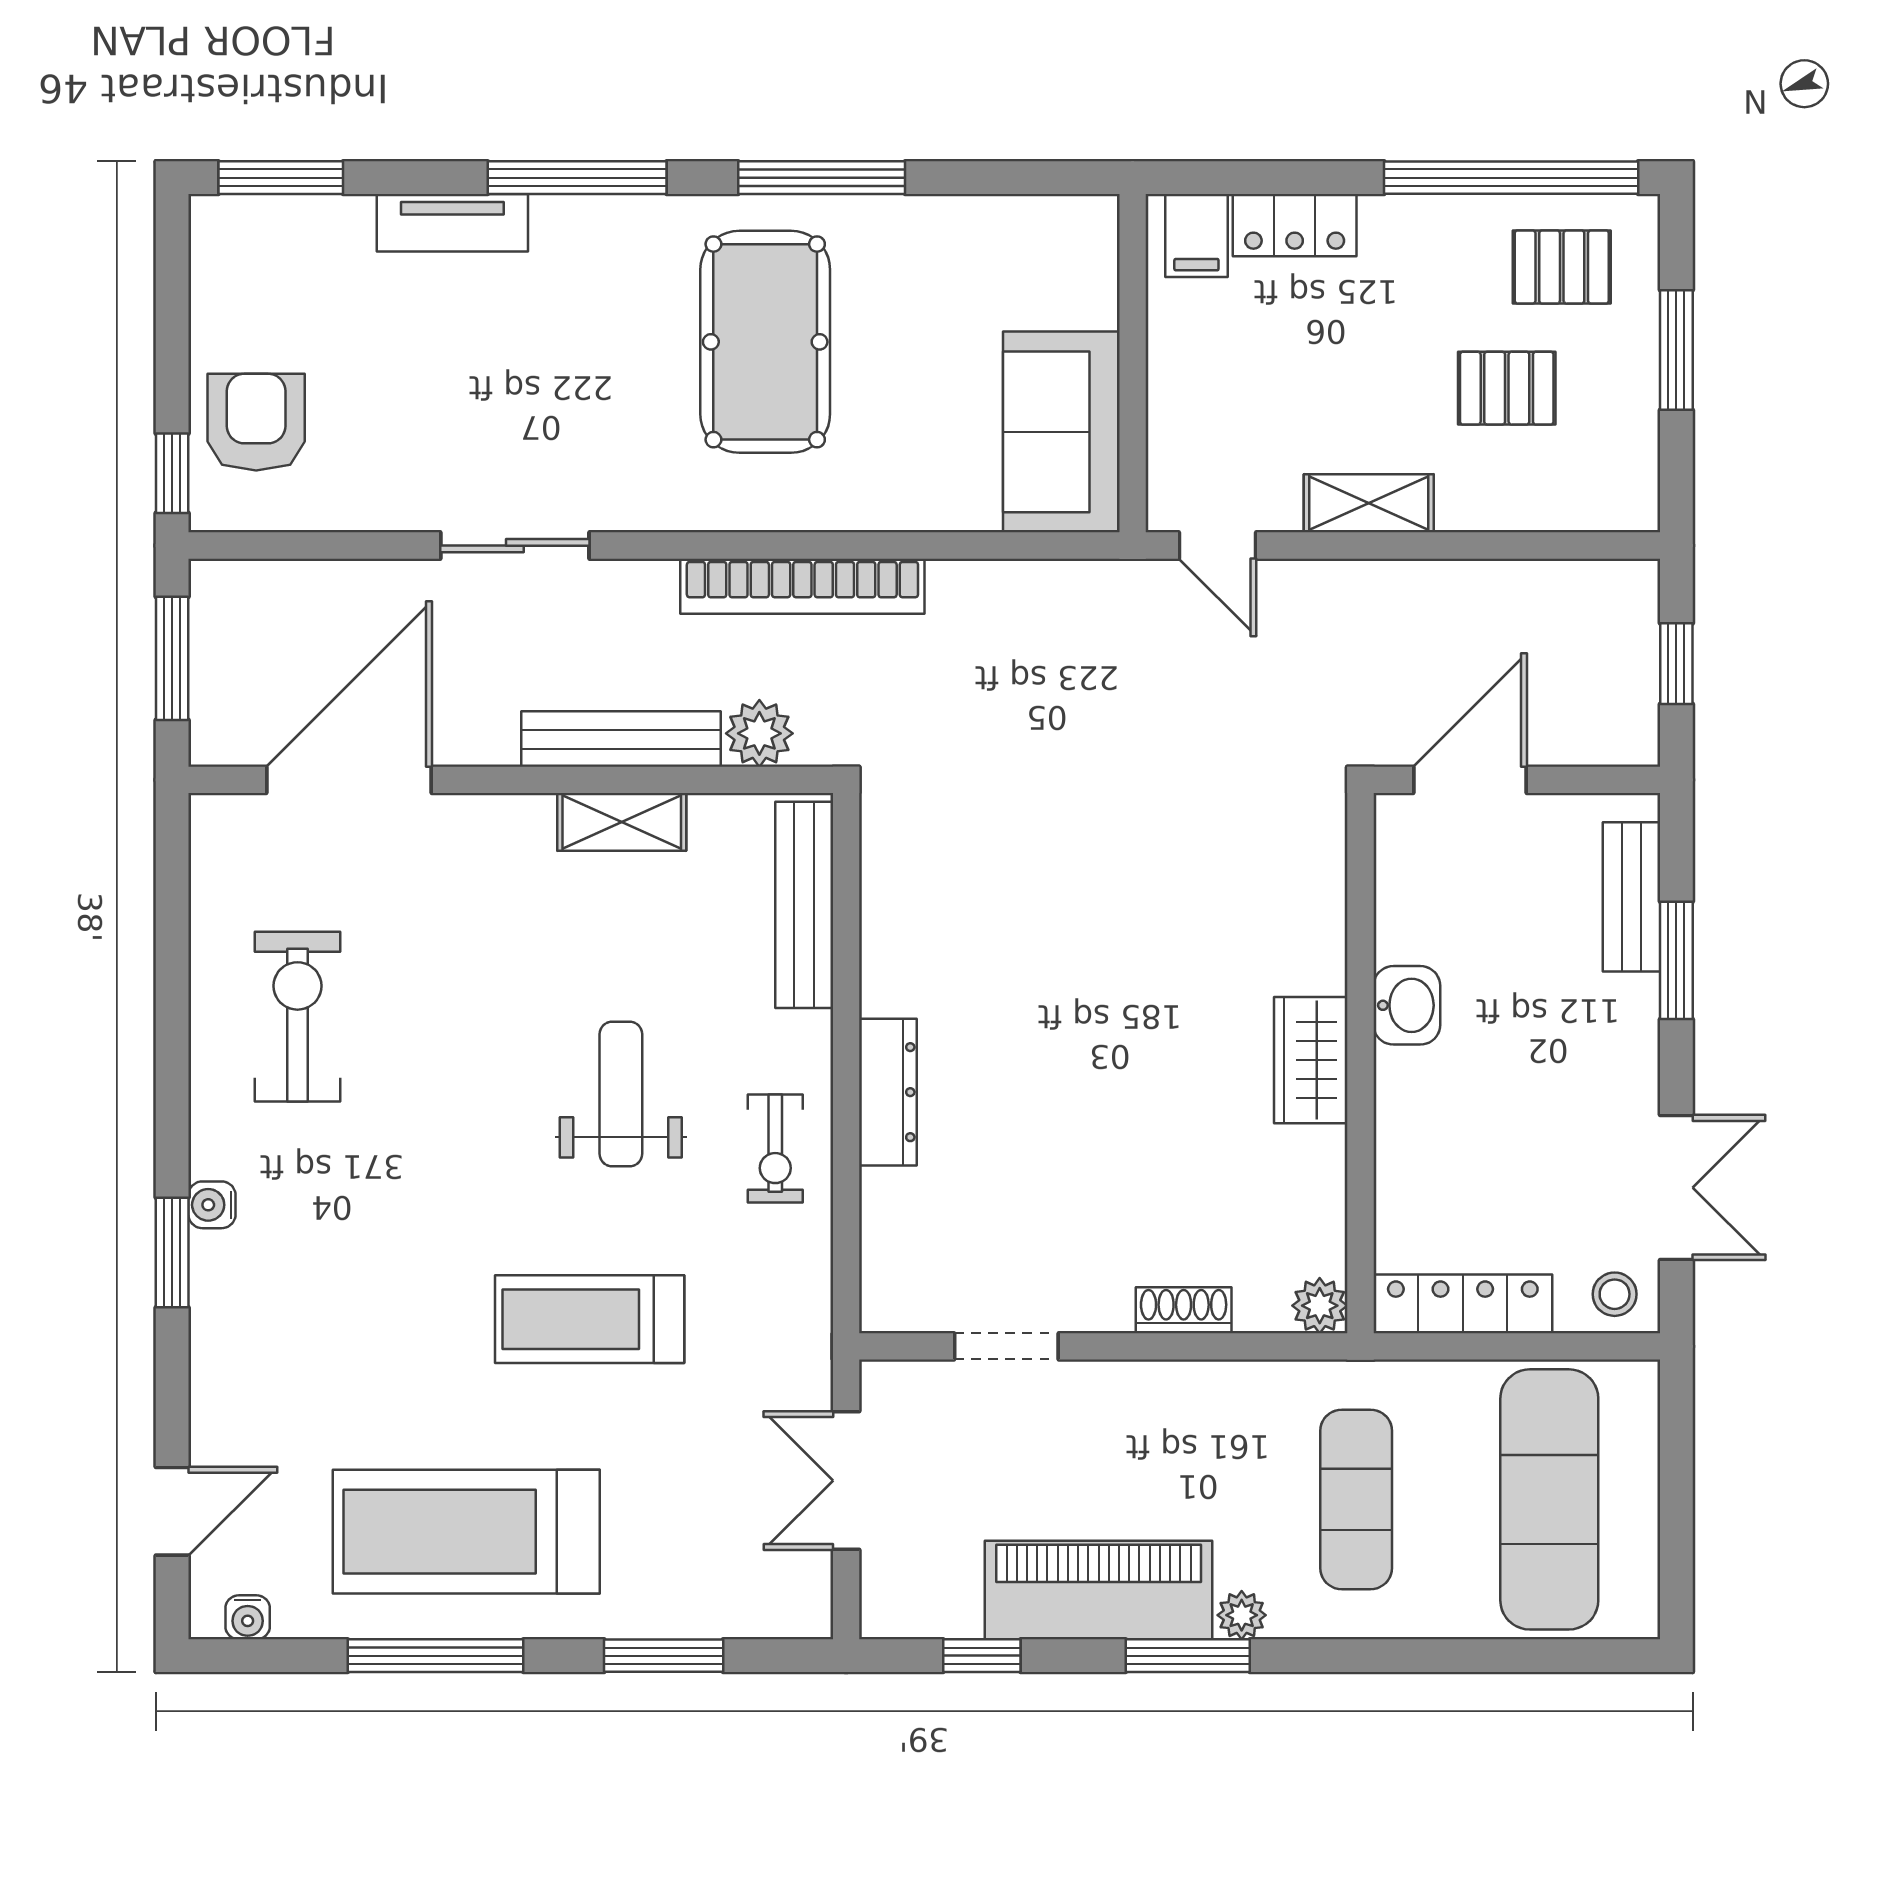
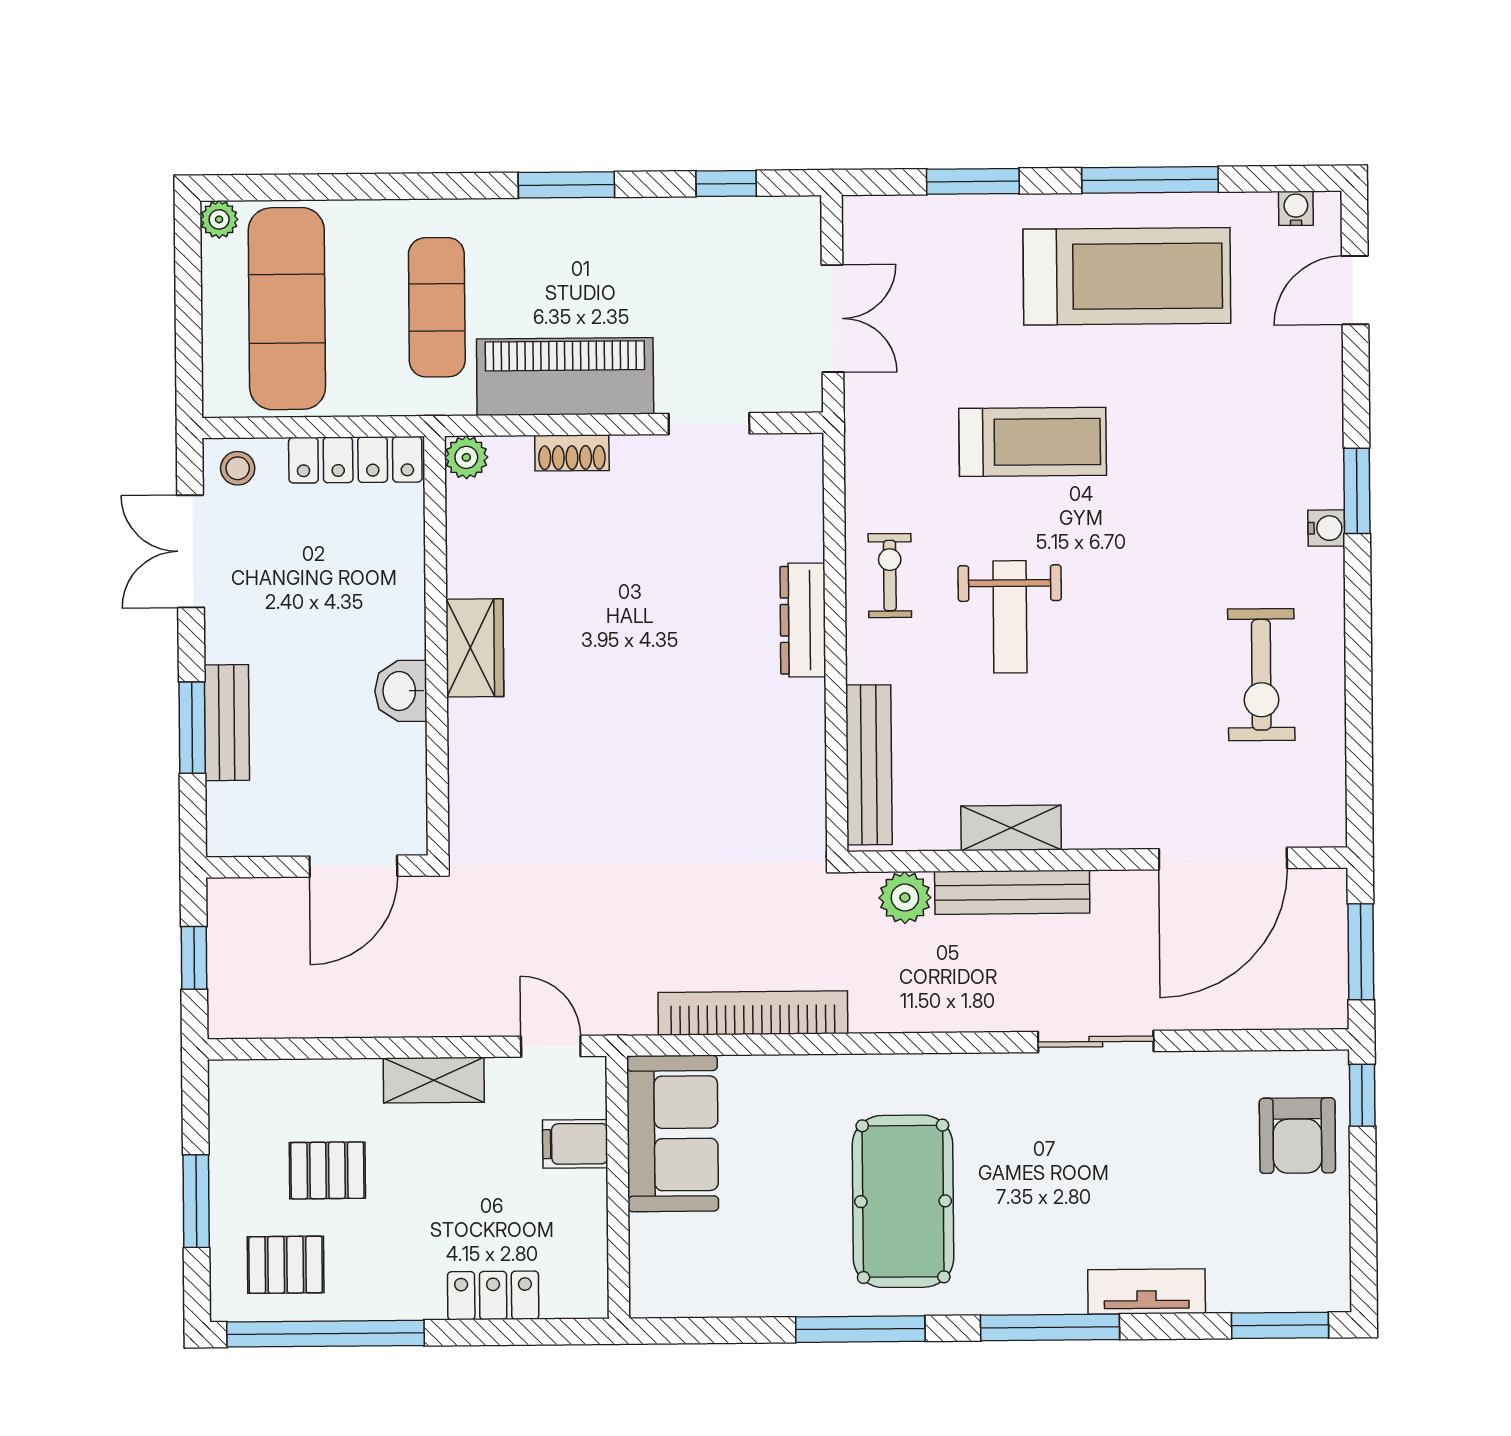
filing cabinet: (1196, 236) -> (575, 1144), moved, turned -90
bookcase: (802, 586) -> (753, 1013), moved
bench: (1632, 897) -> (227, 723), moved
piano: (1099, 1590) -> (565, 376), moved, turned 180
plant: (1242, 1615) -> (219, 219), moved

